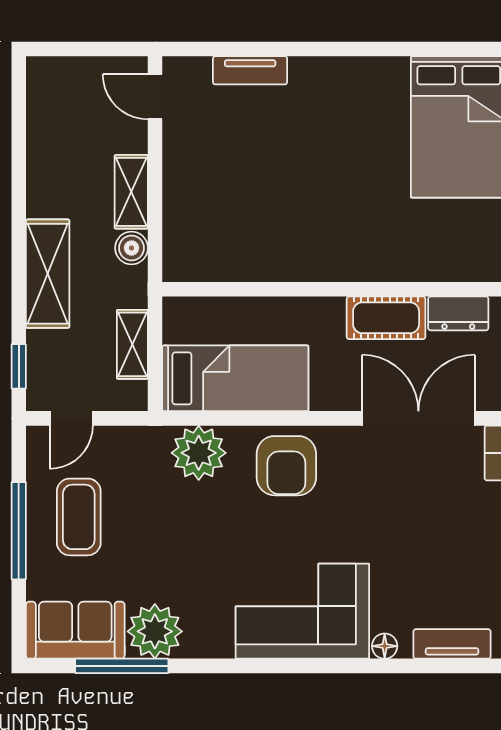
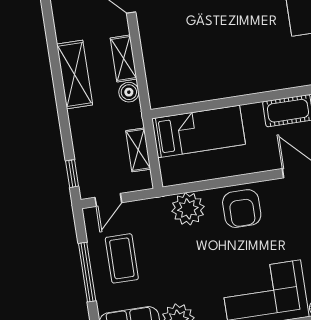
shelving: (48, 274) -> (75, 74), moved
bed: (235, 378) -> (199, 131), moved

